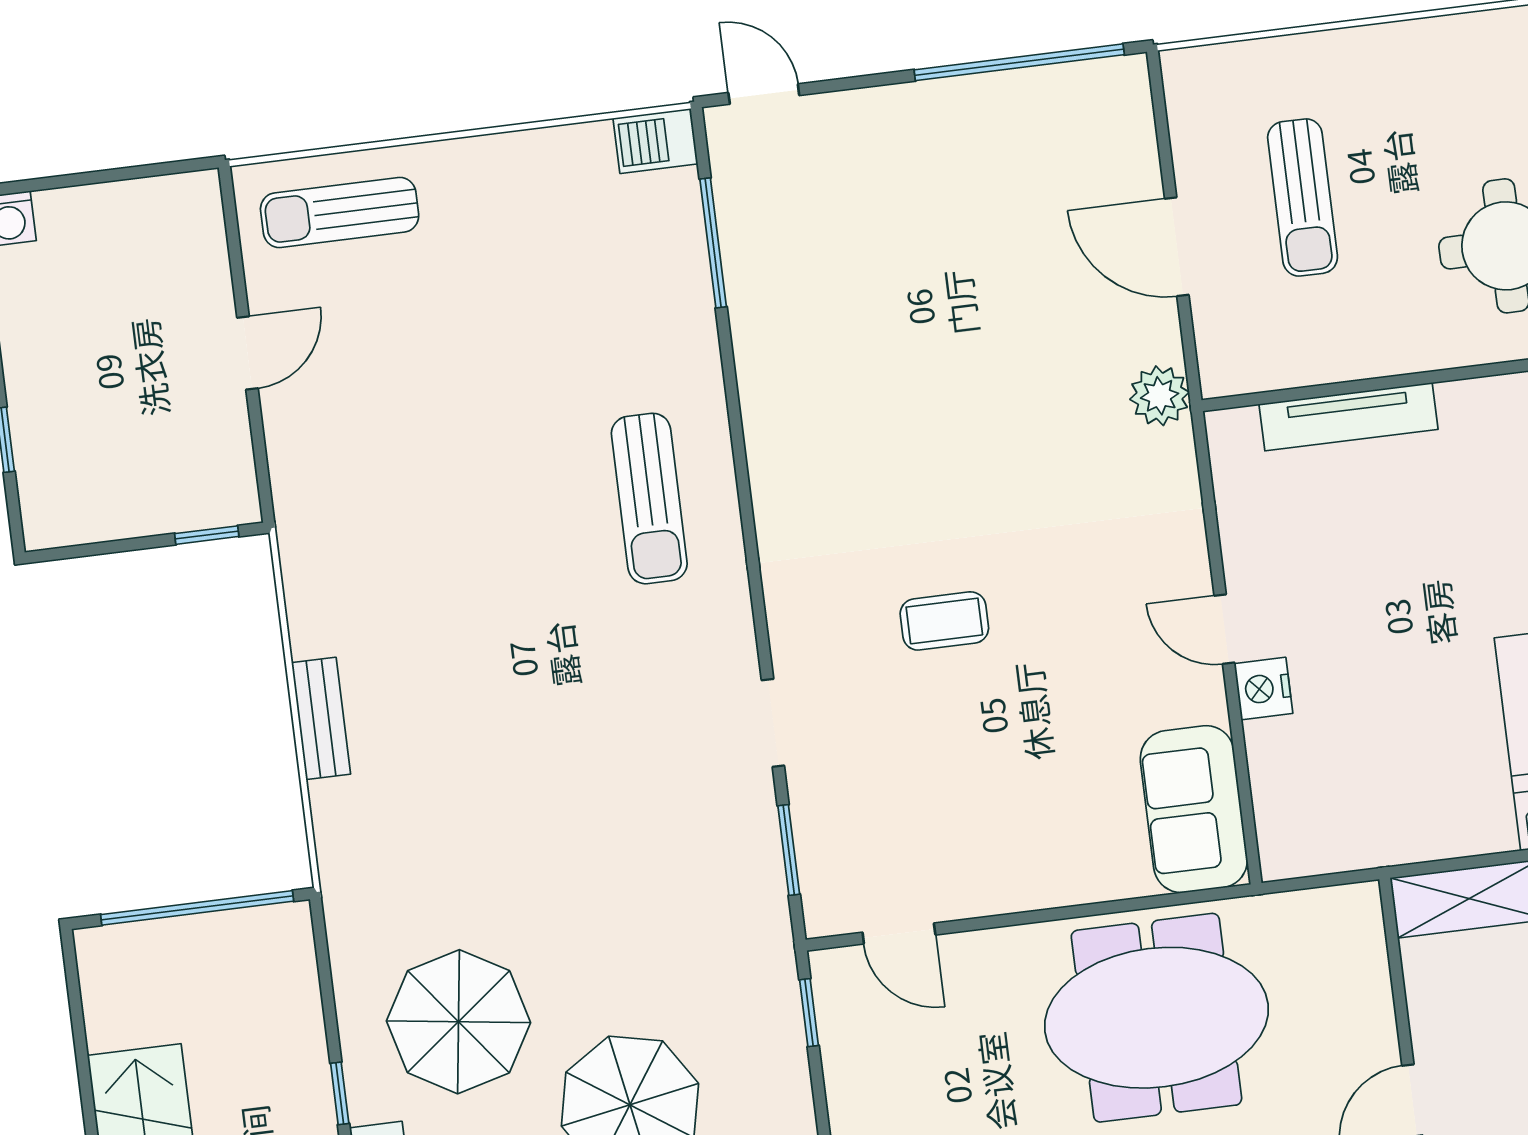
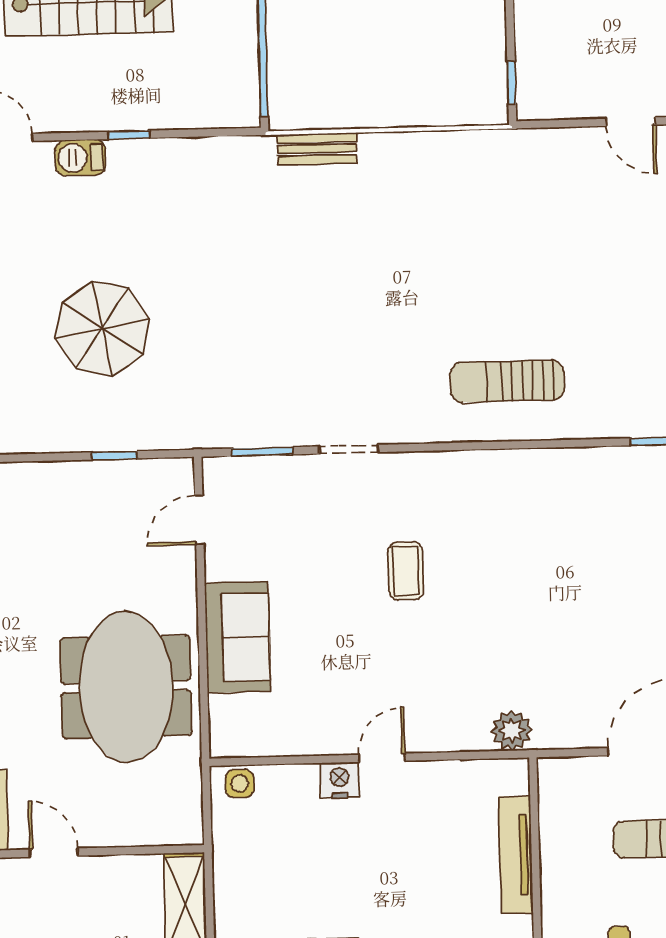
plant: (1160, 396) -> (512, 730), moved
bench: (321, 718) -> (317, 149), moved
sofa: (1194, 809) -> (238, 637), moved, turned 90
side table: (1283, 836) -> (240, 784), added
window: (809, 1013) -> (114, 455), moved
parasol: (458, 1022) -> (169, 219), removed

